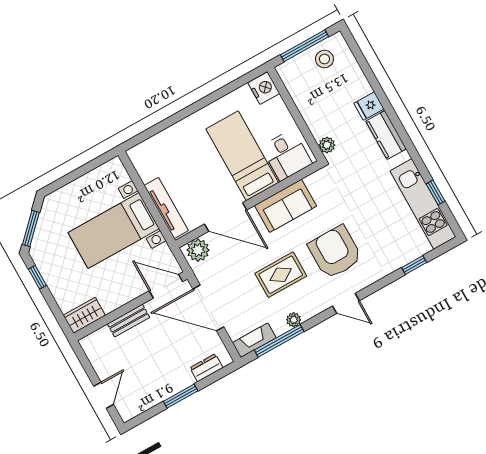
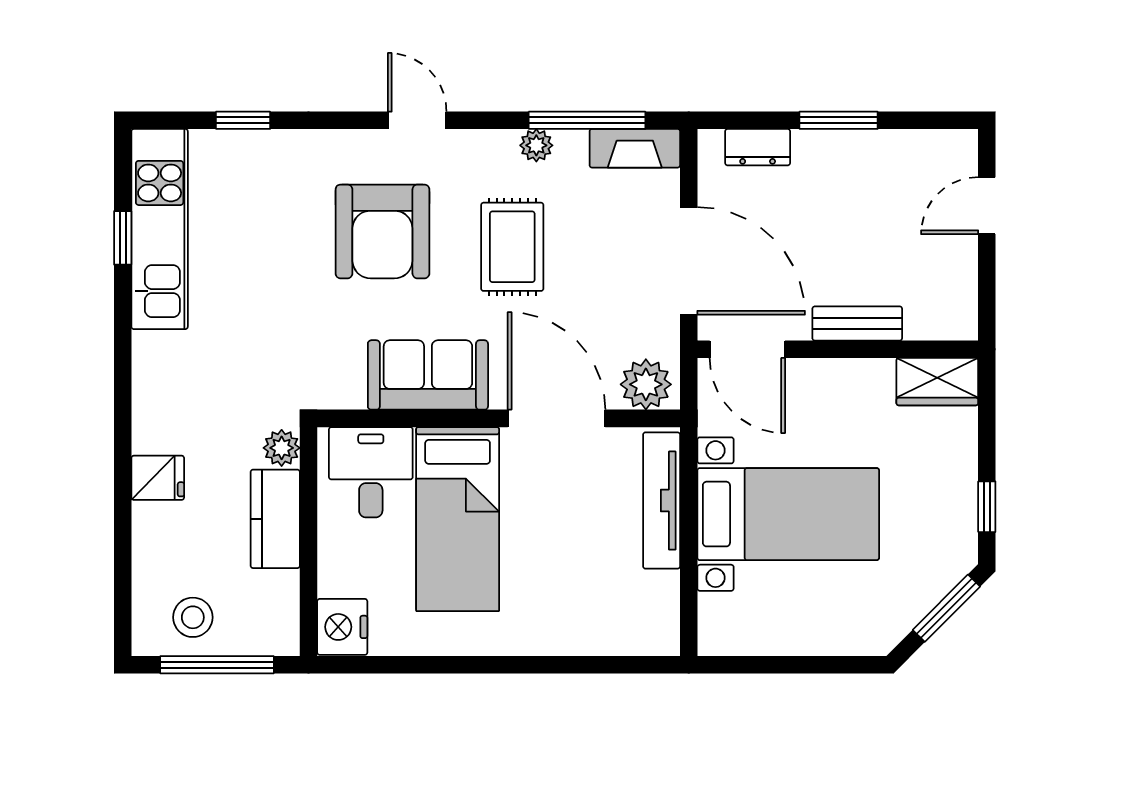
kitchen counter: (386, 135) -> (275, 519), moved, turned 180
rug: (281, 275) -> (512, 247), turned 90

